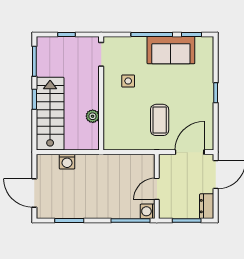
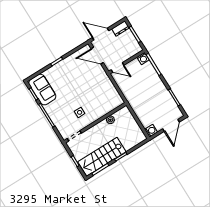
sofa: (171, 50) -> (42, 90), moved
stairs: (50, 114) -> (102, 157), moved
coffee table: (160, 120) -> (90, 83), removed
washing machine: (67, 162) -> (151, 131), moved
door: (157, 189) -> (117, 68), moved

